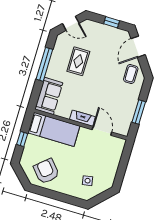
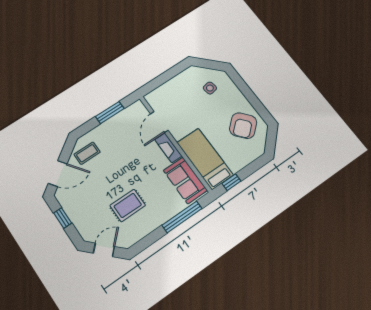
door: (71, 23) -> (104, 250), hinge flipped
window: (44, 64) -> (182, 217), moved
sofa: (49, 96) -> (185, 180), moved, turned -90
window: (22, 139) -> (231, 182), moved

